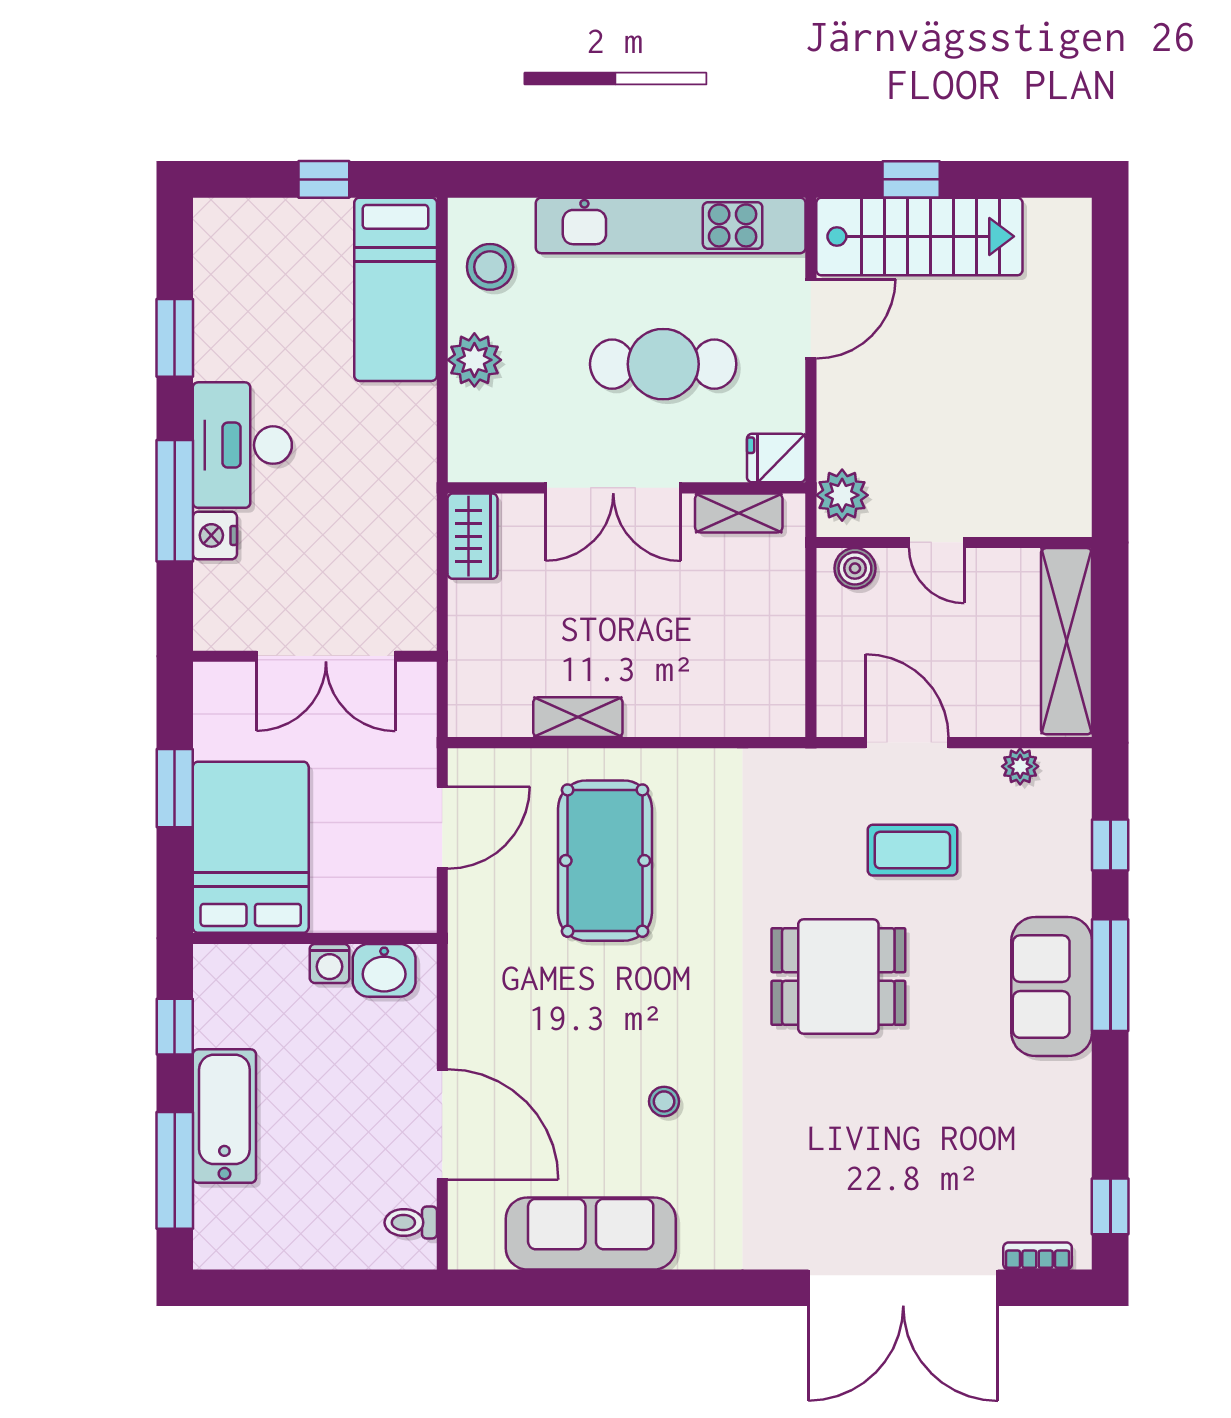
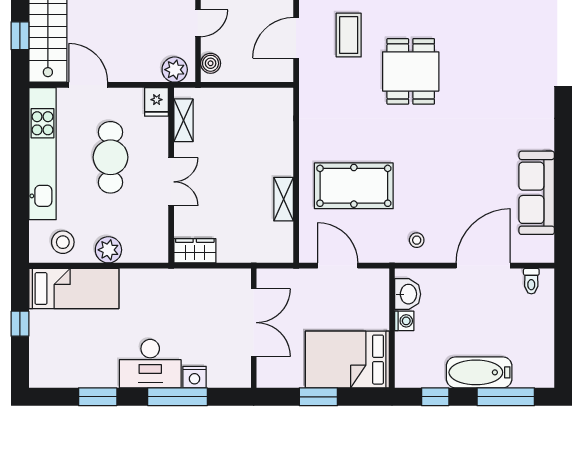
double door: (613, 488) -> (171, 182), width x0.73
stool: (664, 1101) -> (417, 240), moved

